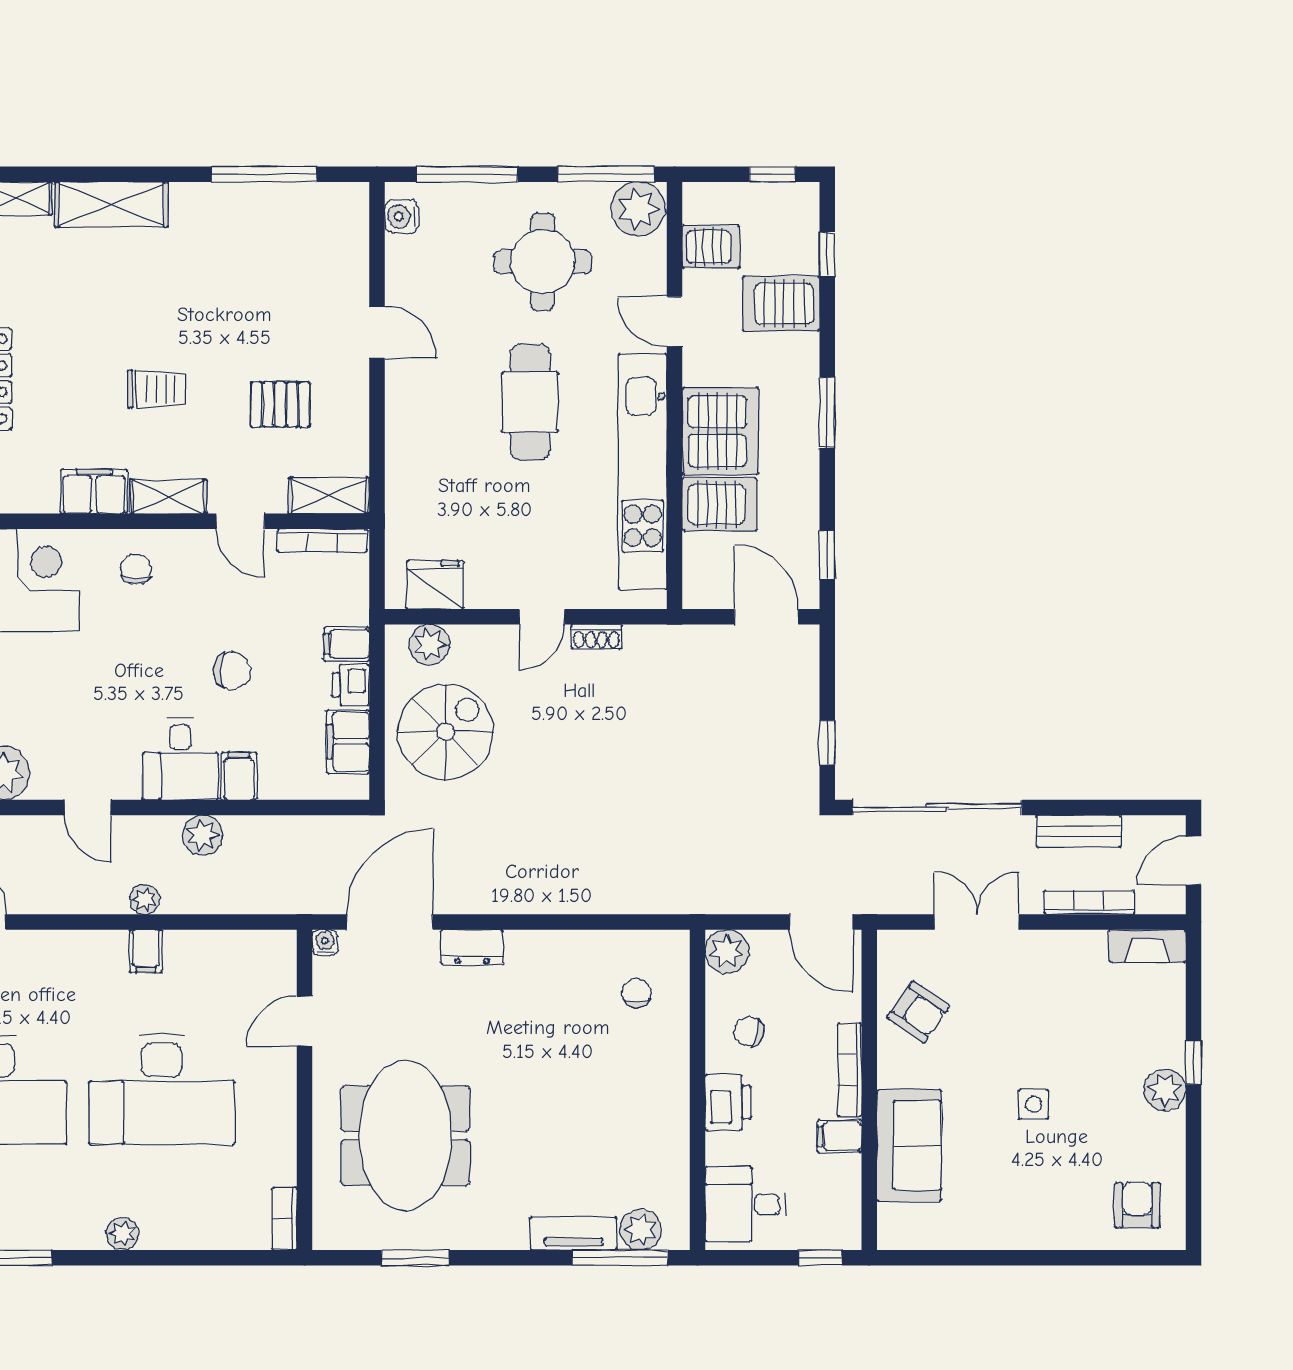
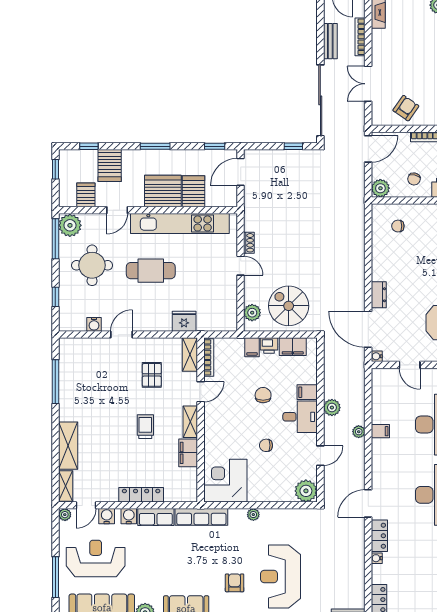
window: (467, 174) -> (55, 297), width x0.46
water cooler: (401, 217) -> (94, 324), moved
chair: (136, 569) -> (266, 445), moved
fridge: (435, 585) -> (184, 321), moved, turned 90

